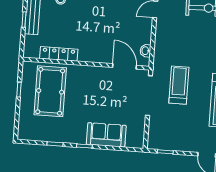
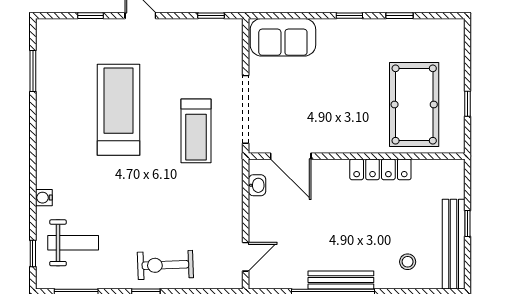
locker: (59, 54) -> (380, 169), moved
sofa: (106, 135) -> (283, 37), moved

